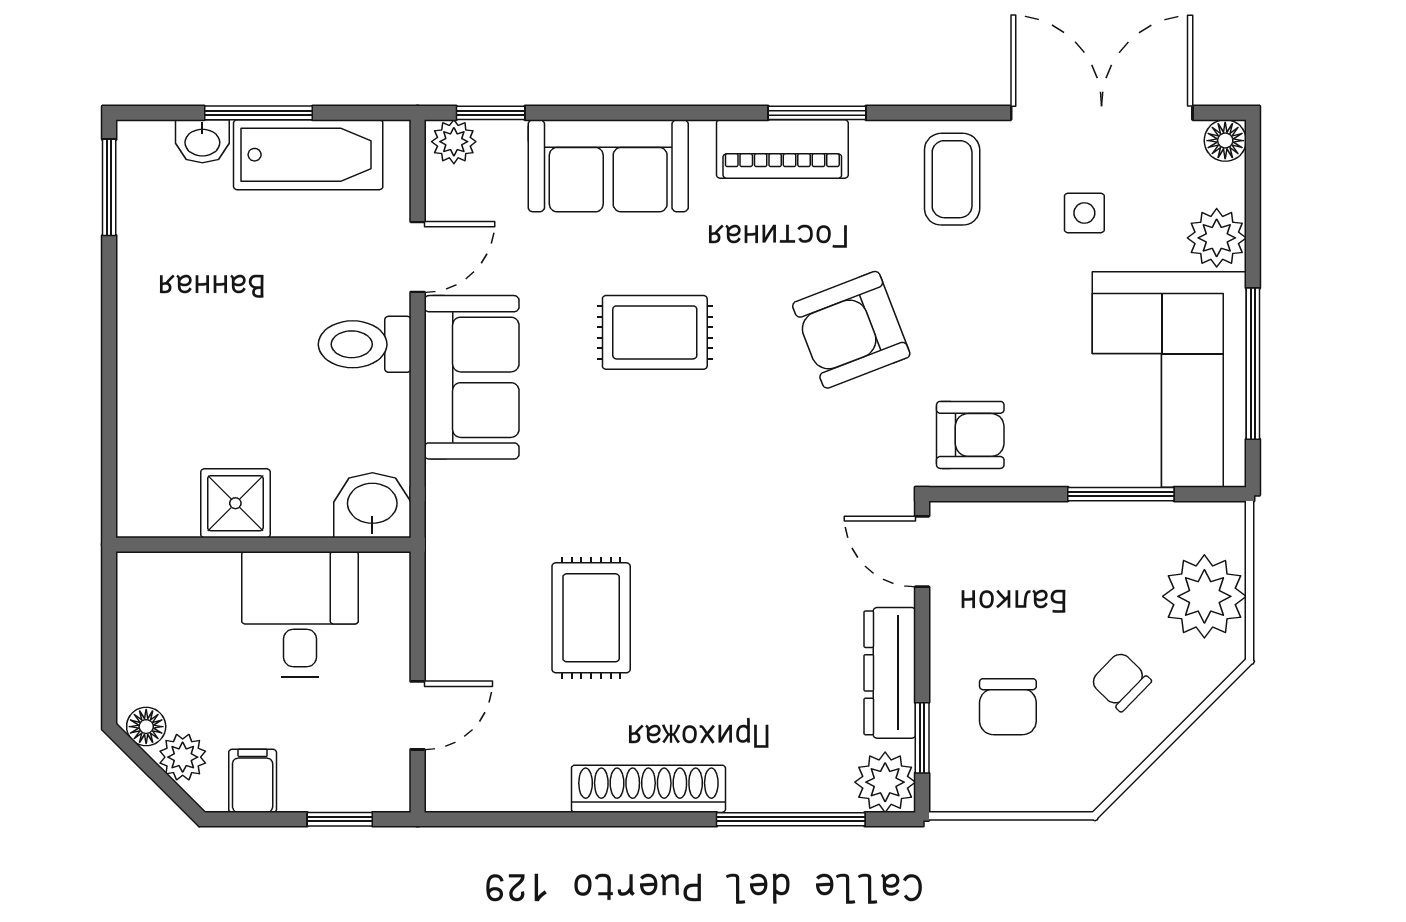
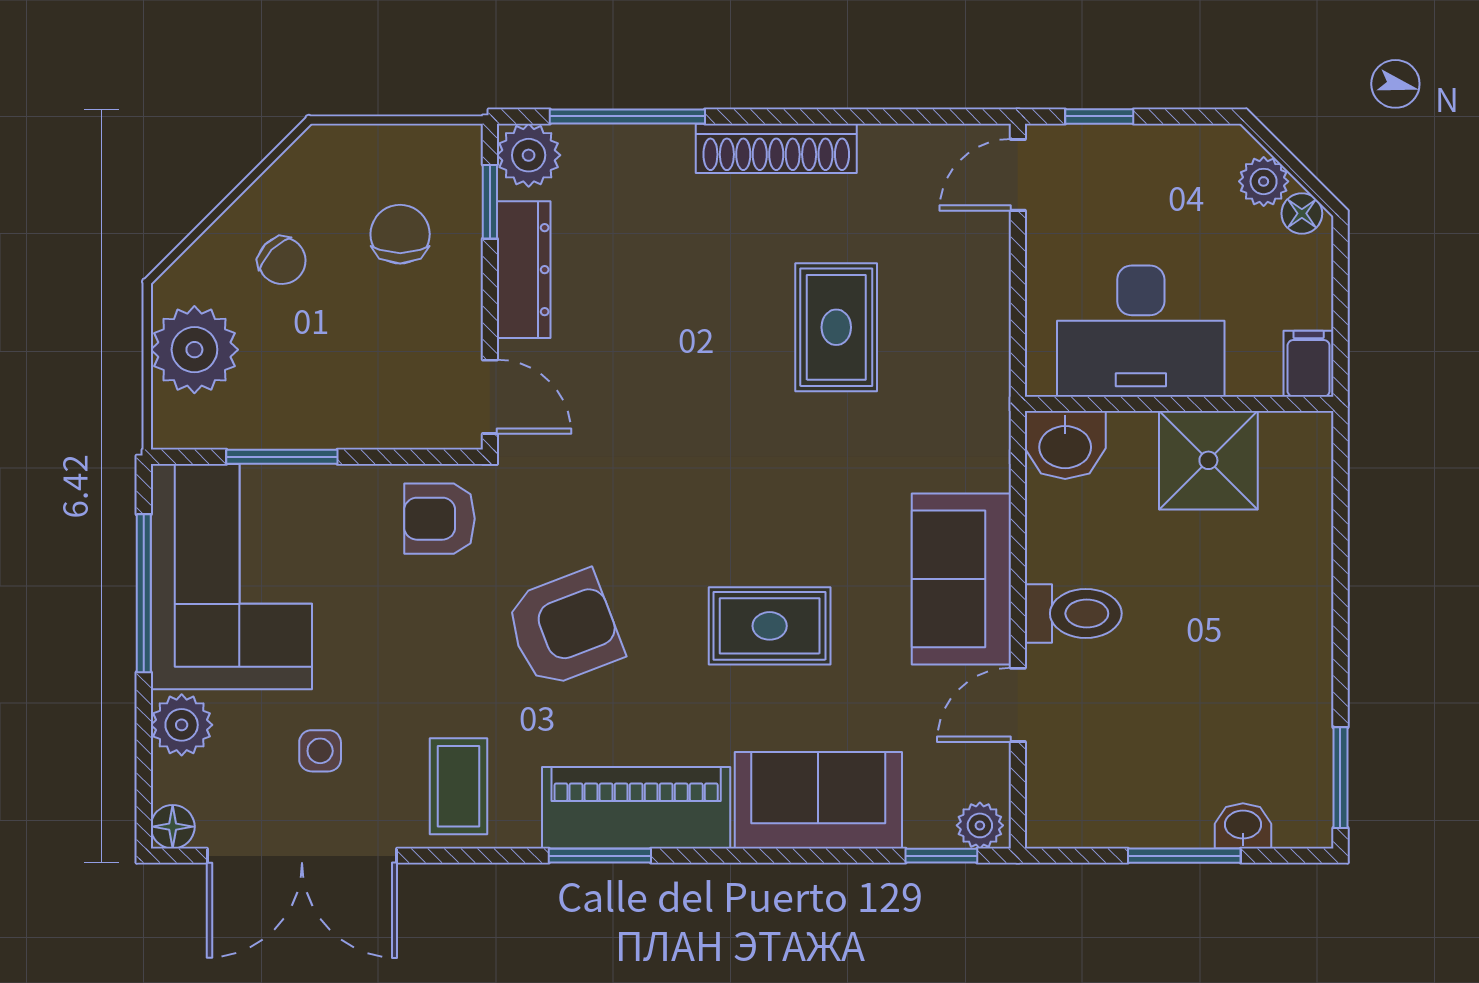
piano: (782, 149) -> (636, 808), width x1.37, depth x1.33
bathtub: (308, 155) -> (1132, 812), removed
shower: (235, 503) -> (1208, 460), width x1.36, depth x1.36
desk: (300, 614) -> (1141, 331), width x1.37
door: (418, 715) -> (1018, 175), moved
filing cabinet: (253, 781) -> (1309, 364), moved, turned 180

